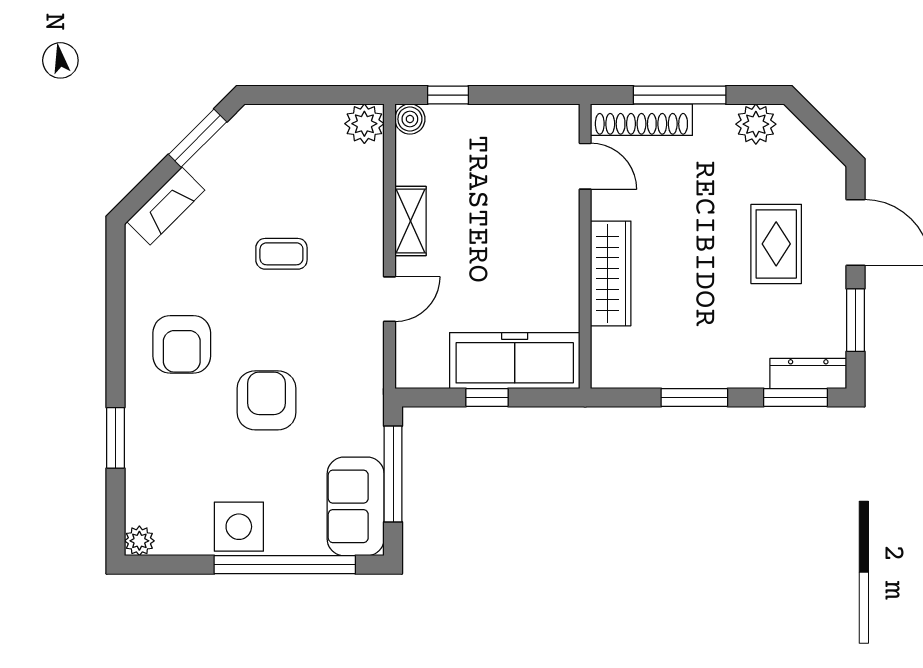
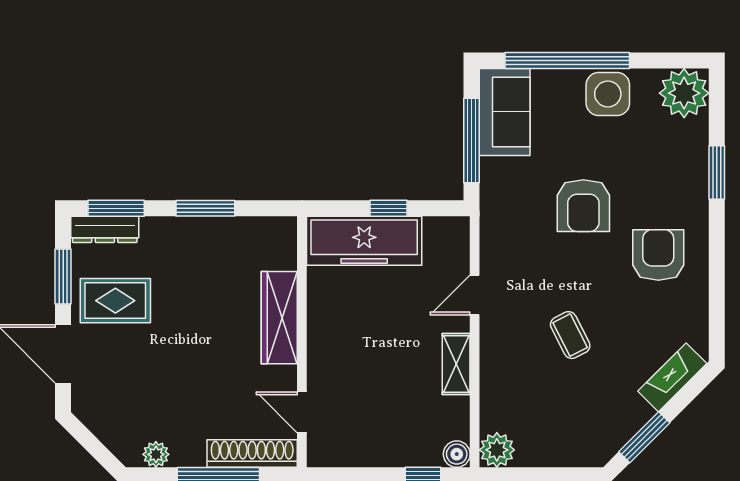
plant: (756, 124) -> (156, 454), width x0.73, depth x0.73
rug: (776, 244) -> (115, 301), moved, turned 90
coffee table: (281, 254) -> (570, 335), turned 63
plant: (139, 541) -> (684, 93), width x1.87, depth x1.87

